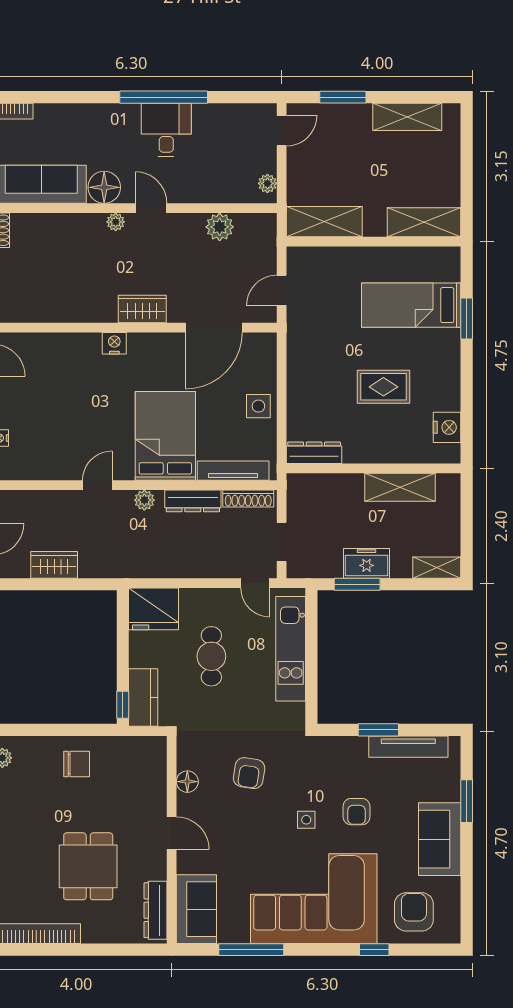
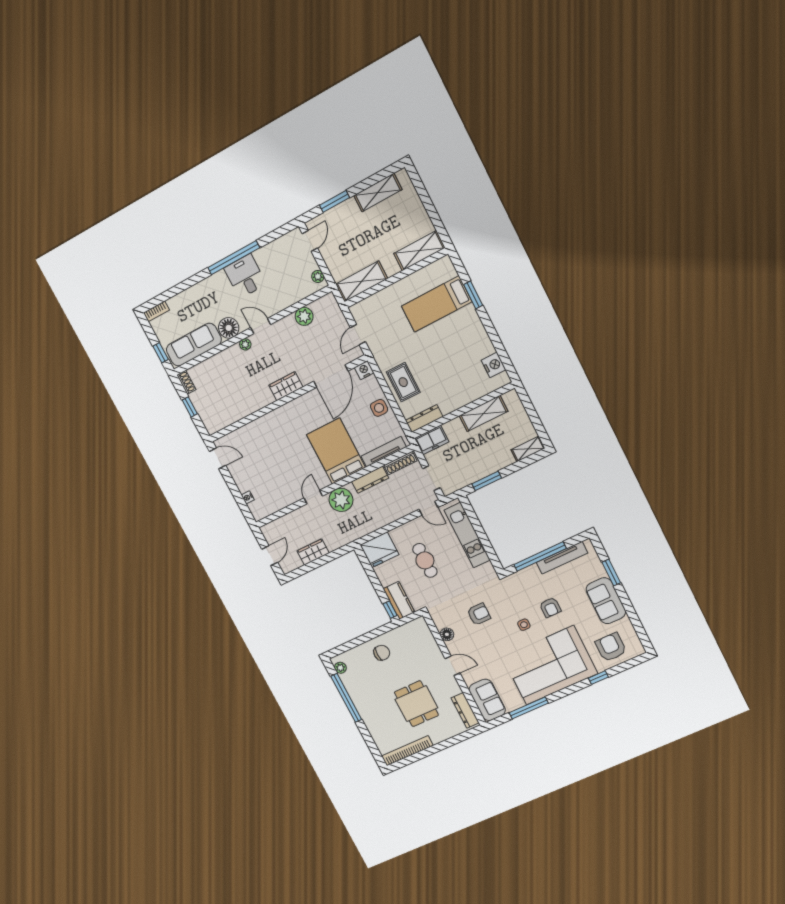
nightstand: (114, 343) -> (364, 370), moved
rug: (383, 387) -> (403, 382), moved, turned 90
plant: (144, 500) -> (341, 500), width x1.88, depth x1.88
freezer: (367, 563) -> (432, 440), moved, turned 180
window: (378, 730) -> (540, 557), width x2.11
armchair: (249, 773) -> (479, 614), turned -99

